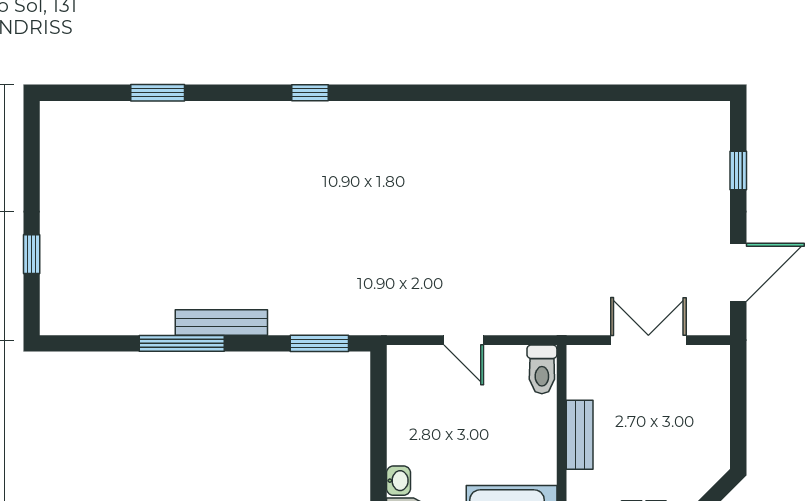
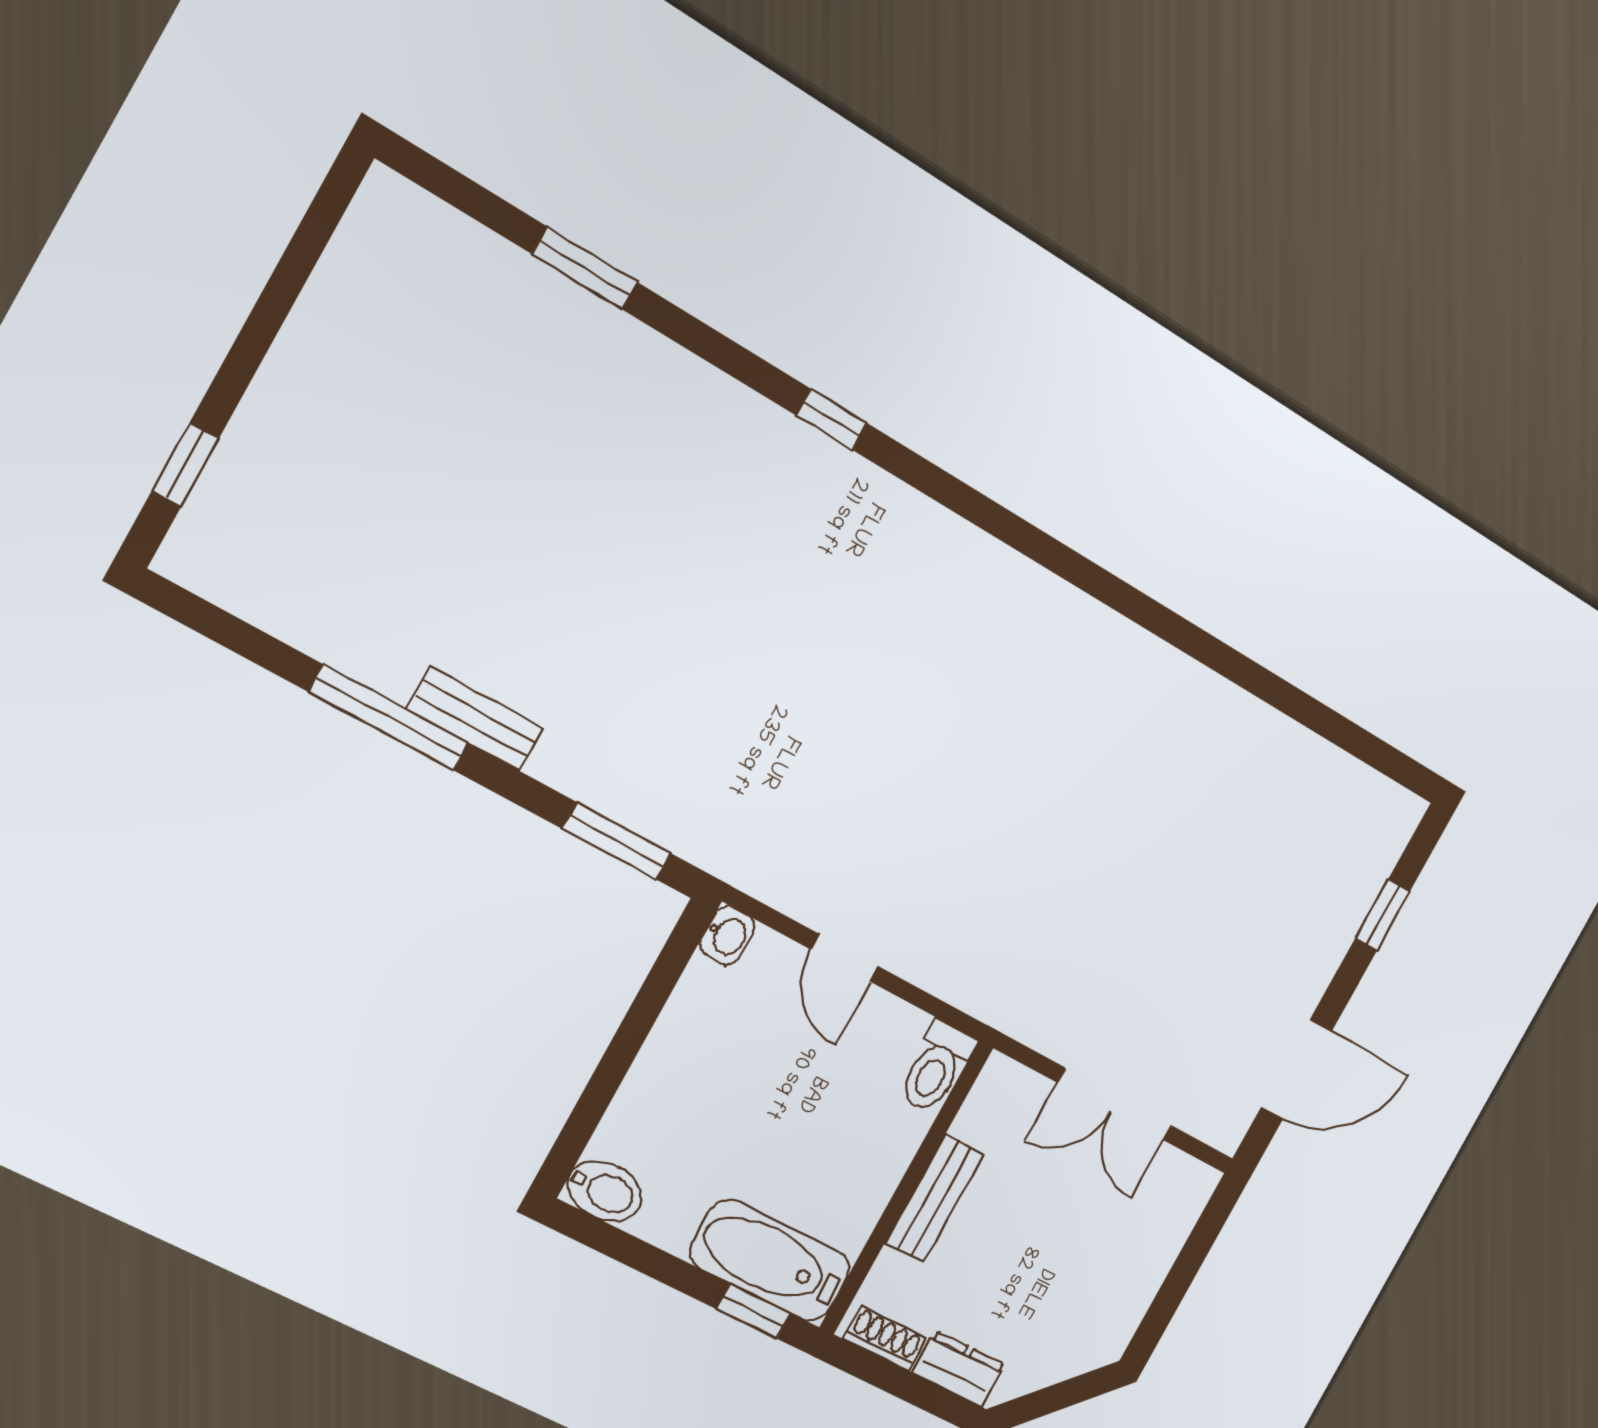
window: (32, 254) -> (186, 464), moved
bench: (221, 322) -> (475, 719), width x0.73
double door: (648, 340) -> (1115, 1104), swing flipped
washbasin: (398, 481) -> (727, 935), moved

